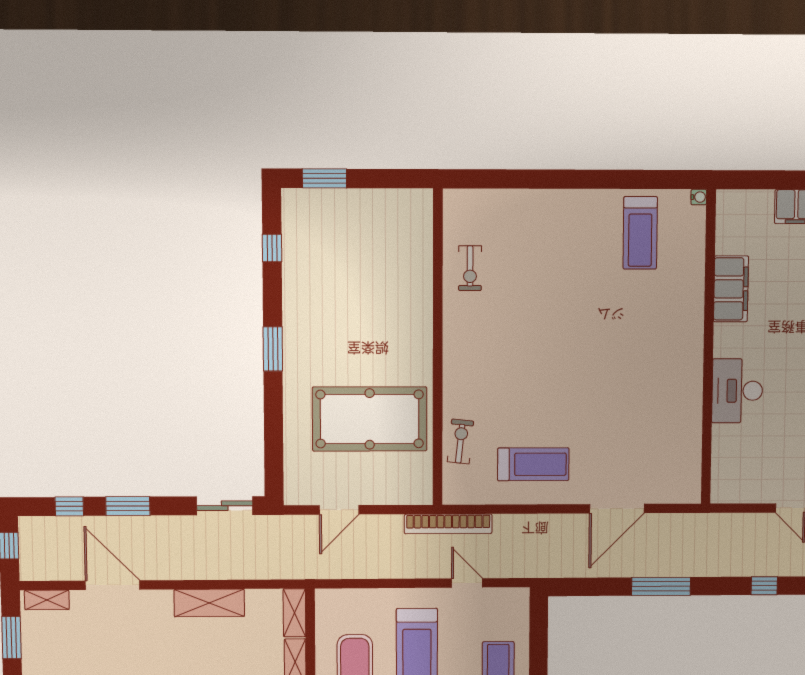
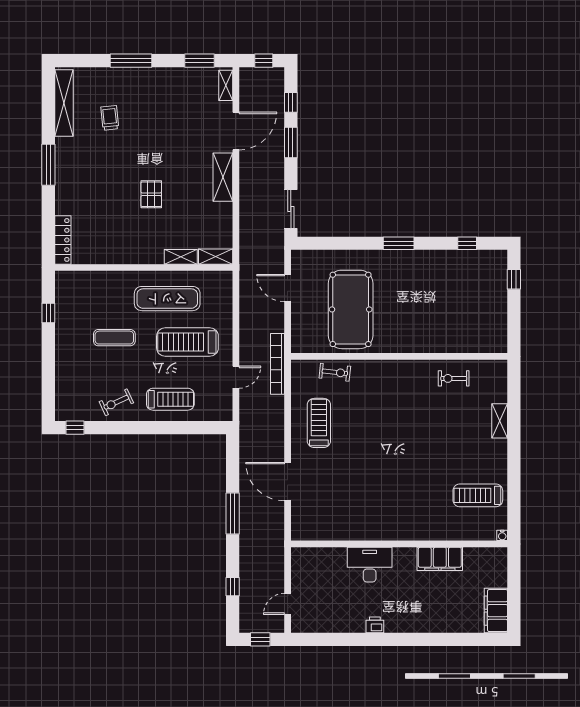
window: (324, 178) -> (514, 279), width x0.67
shelving: (532, 200) -> (500, 421), added
treadmill: (533, 464) -> (319, 423), turned 180
shelving: (209, 603) -> (223, 177), moved

